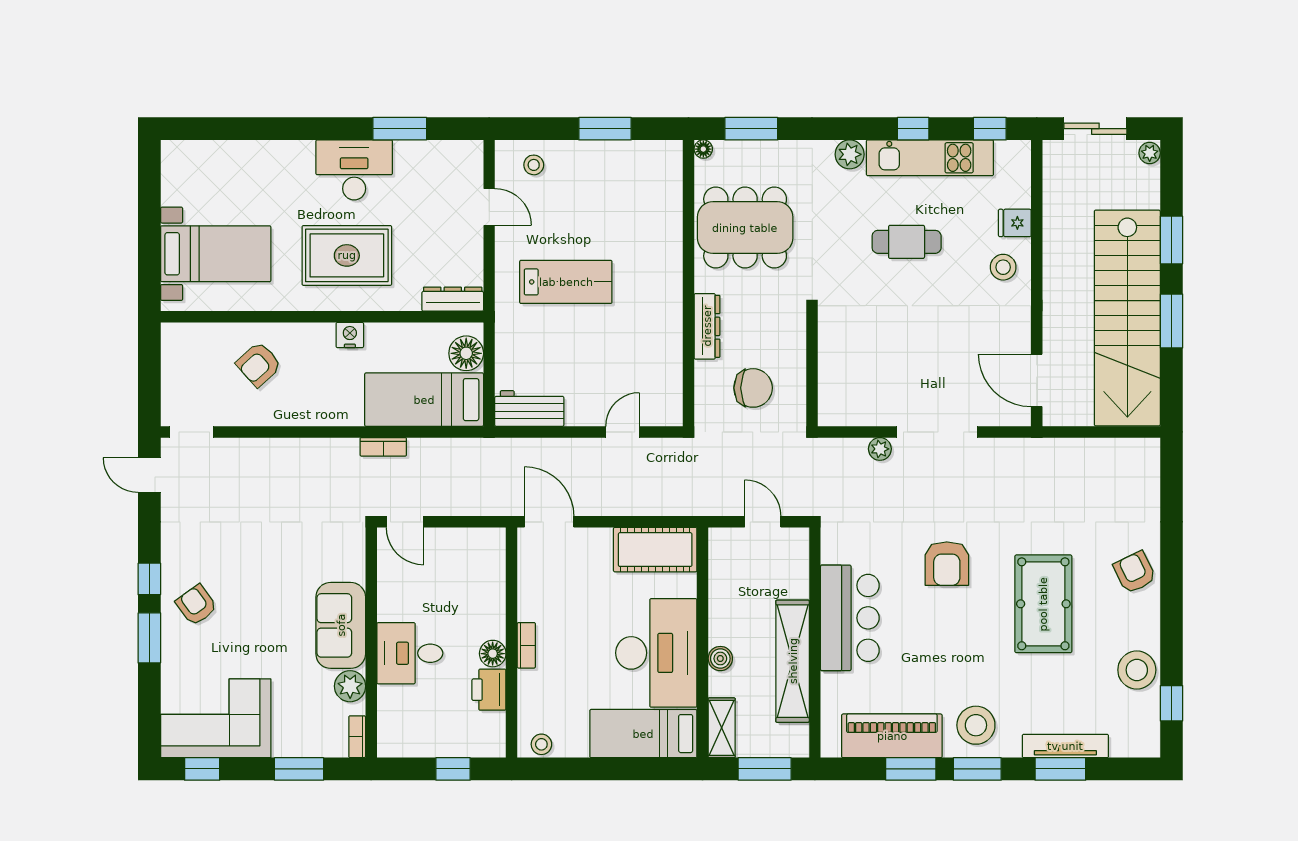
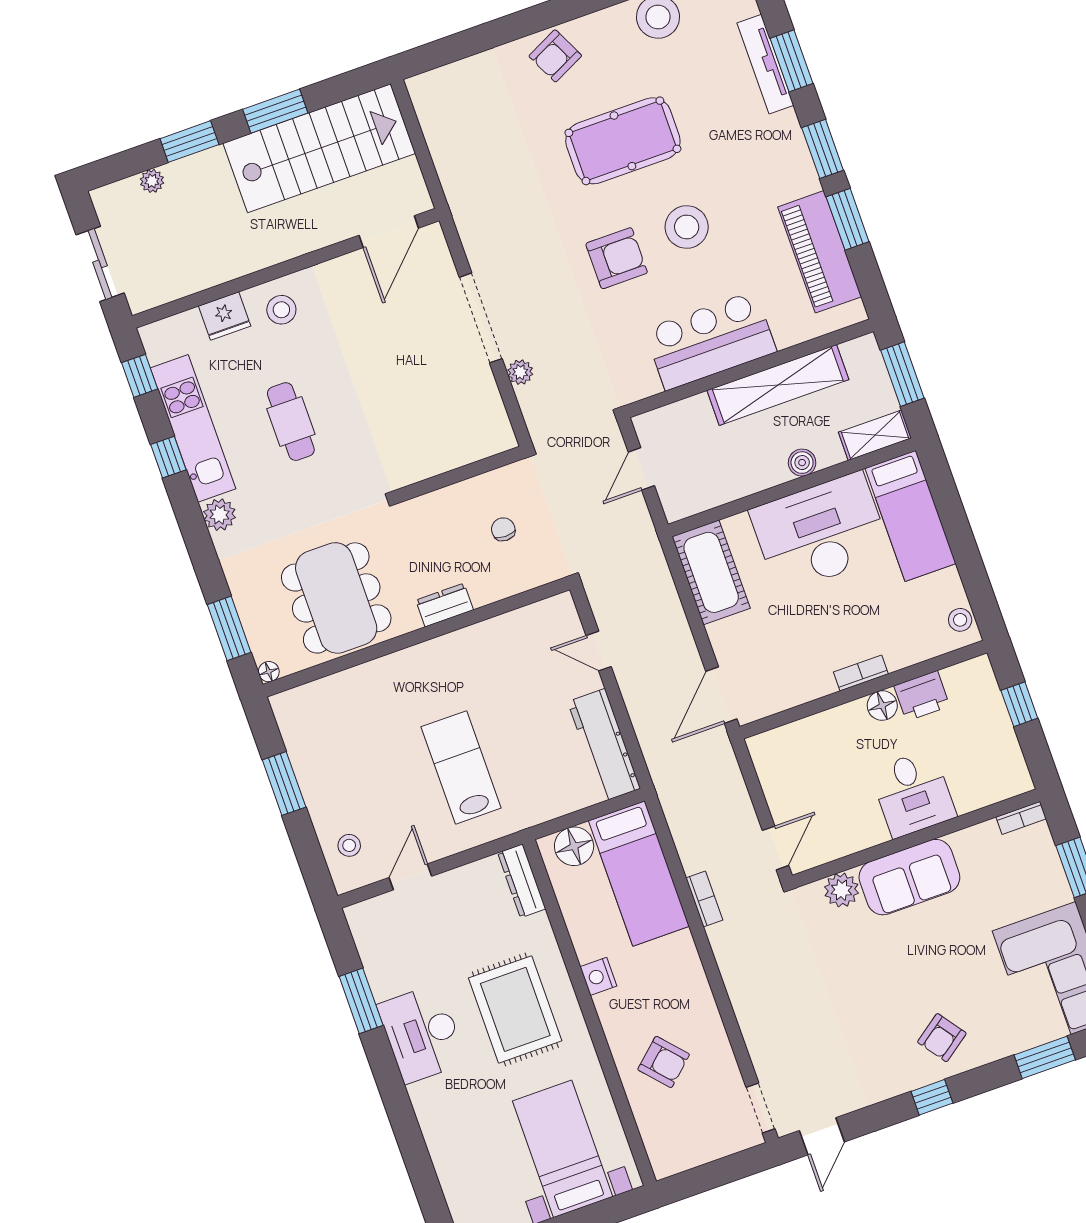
plant: (1150, 153) -> (152, 181), moved
fridge: (1015, 223) -> (225, 316), width x1.38
stairs: (1127, 318) -> (319, 148), width x0.73
dresser: (707, 326) -> (445, 605), width x0.70
chair: (753, 388) -> (503, 529), width x0.54, depth x0.54
workbench: (529, 408) -> (604, 745), width x1.38
window: (149, 638) -> (1045, 1057), moved
plant: (350, 686) -> (842, 890), moved
stool: (976, 725) -> (687, 227), moved

